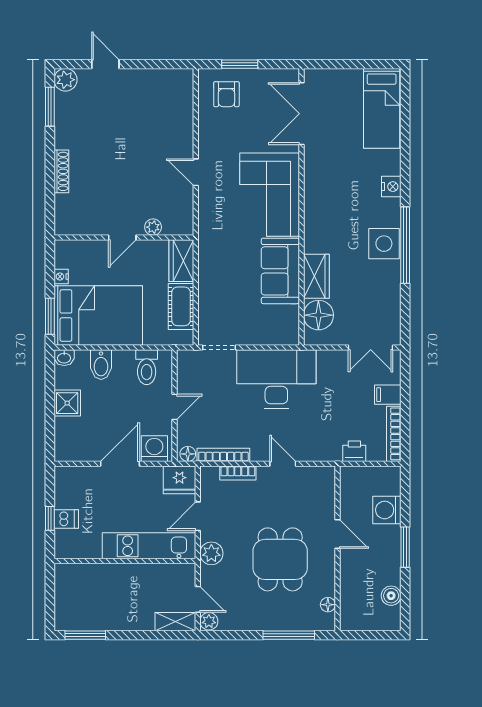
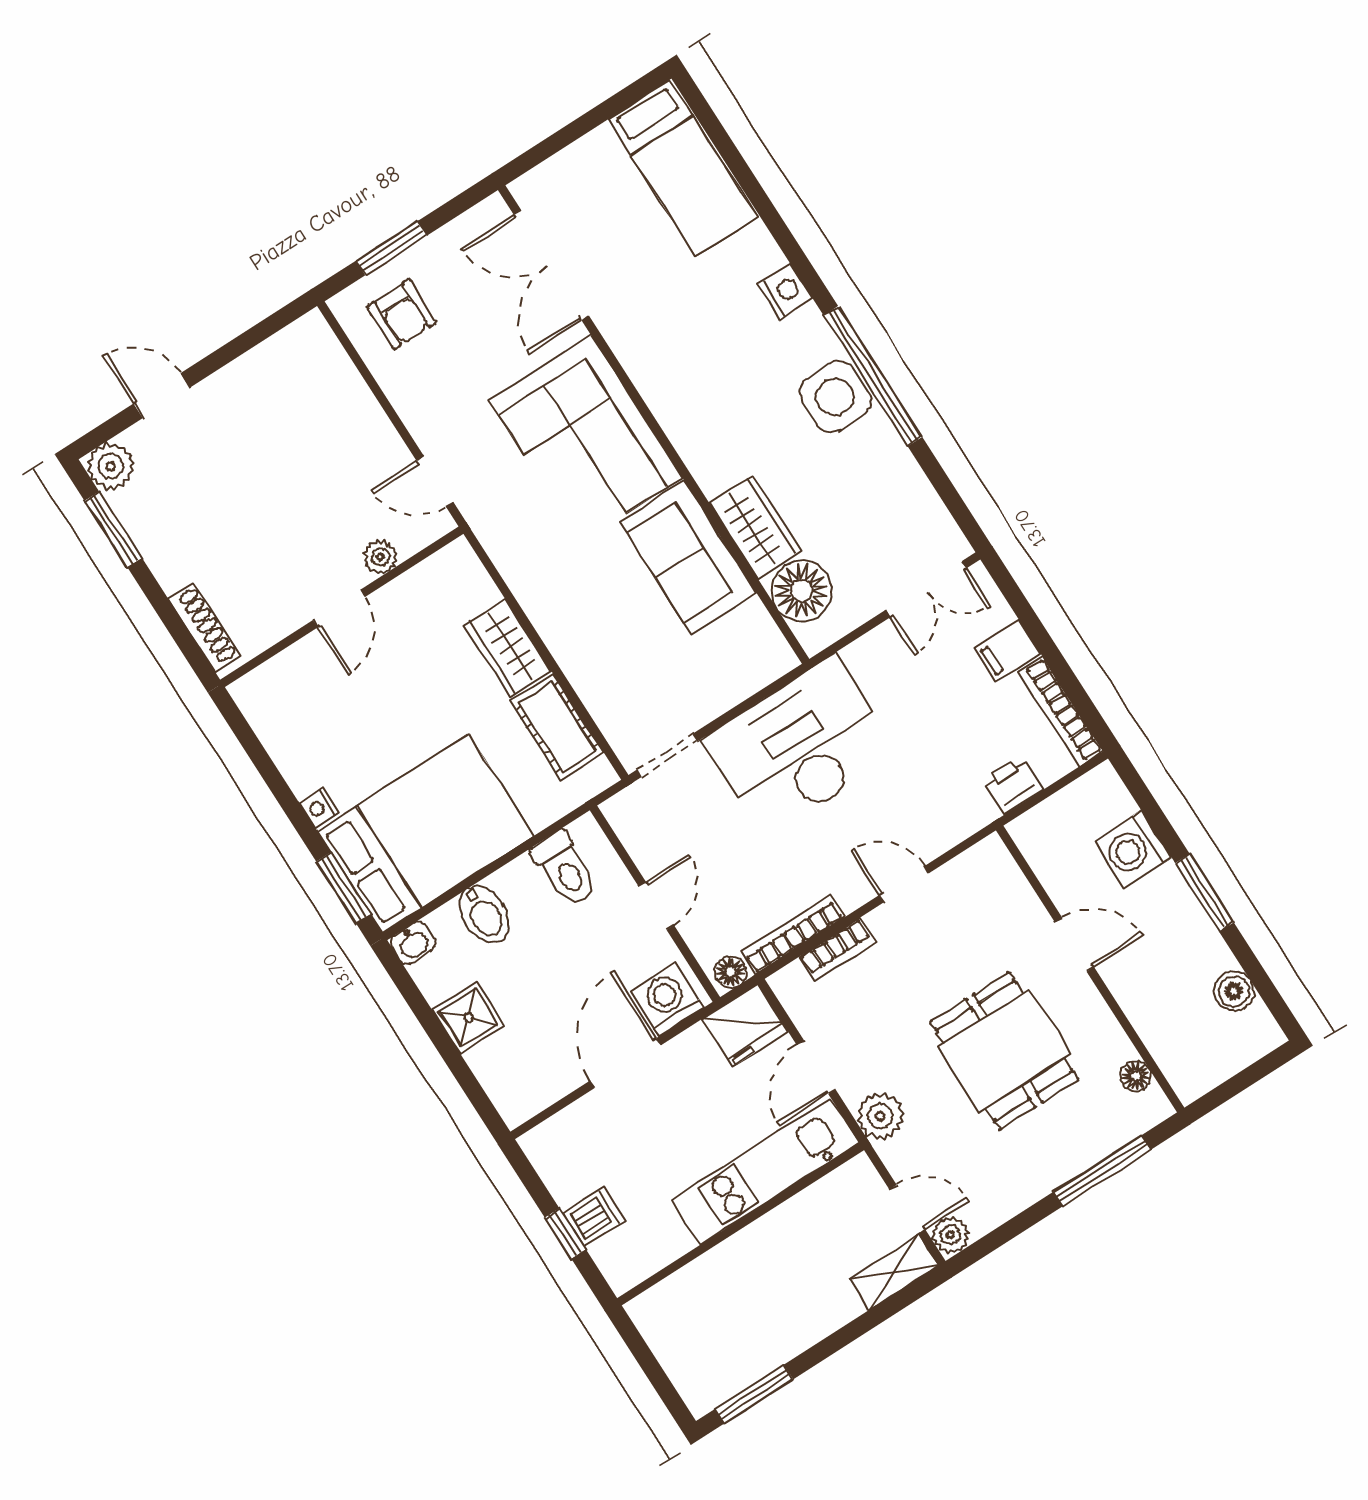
plant: (153, 227) -> (380, 557), moved
door: (122, 237) -> (339, 609), moved
wall: (124, 237) -> (342, 607), moved

